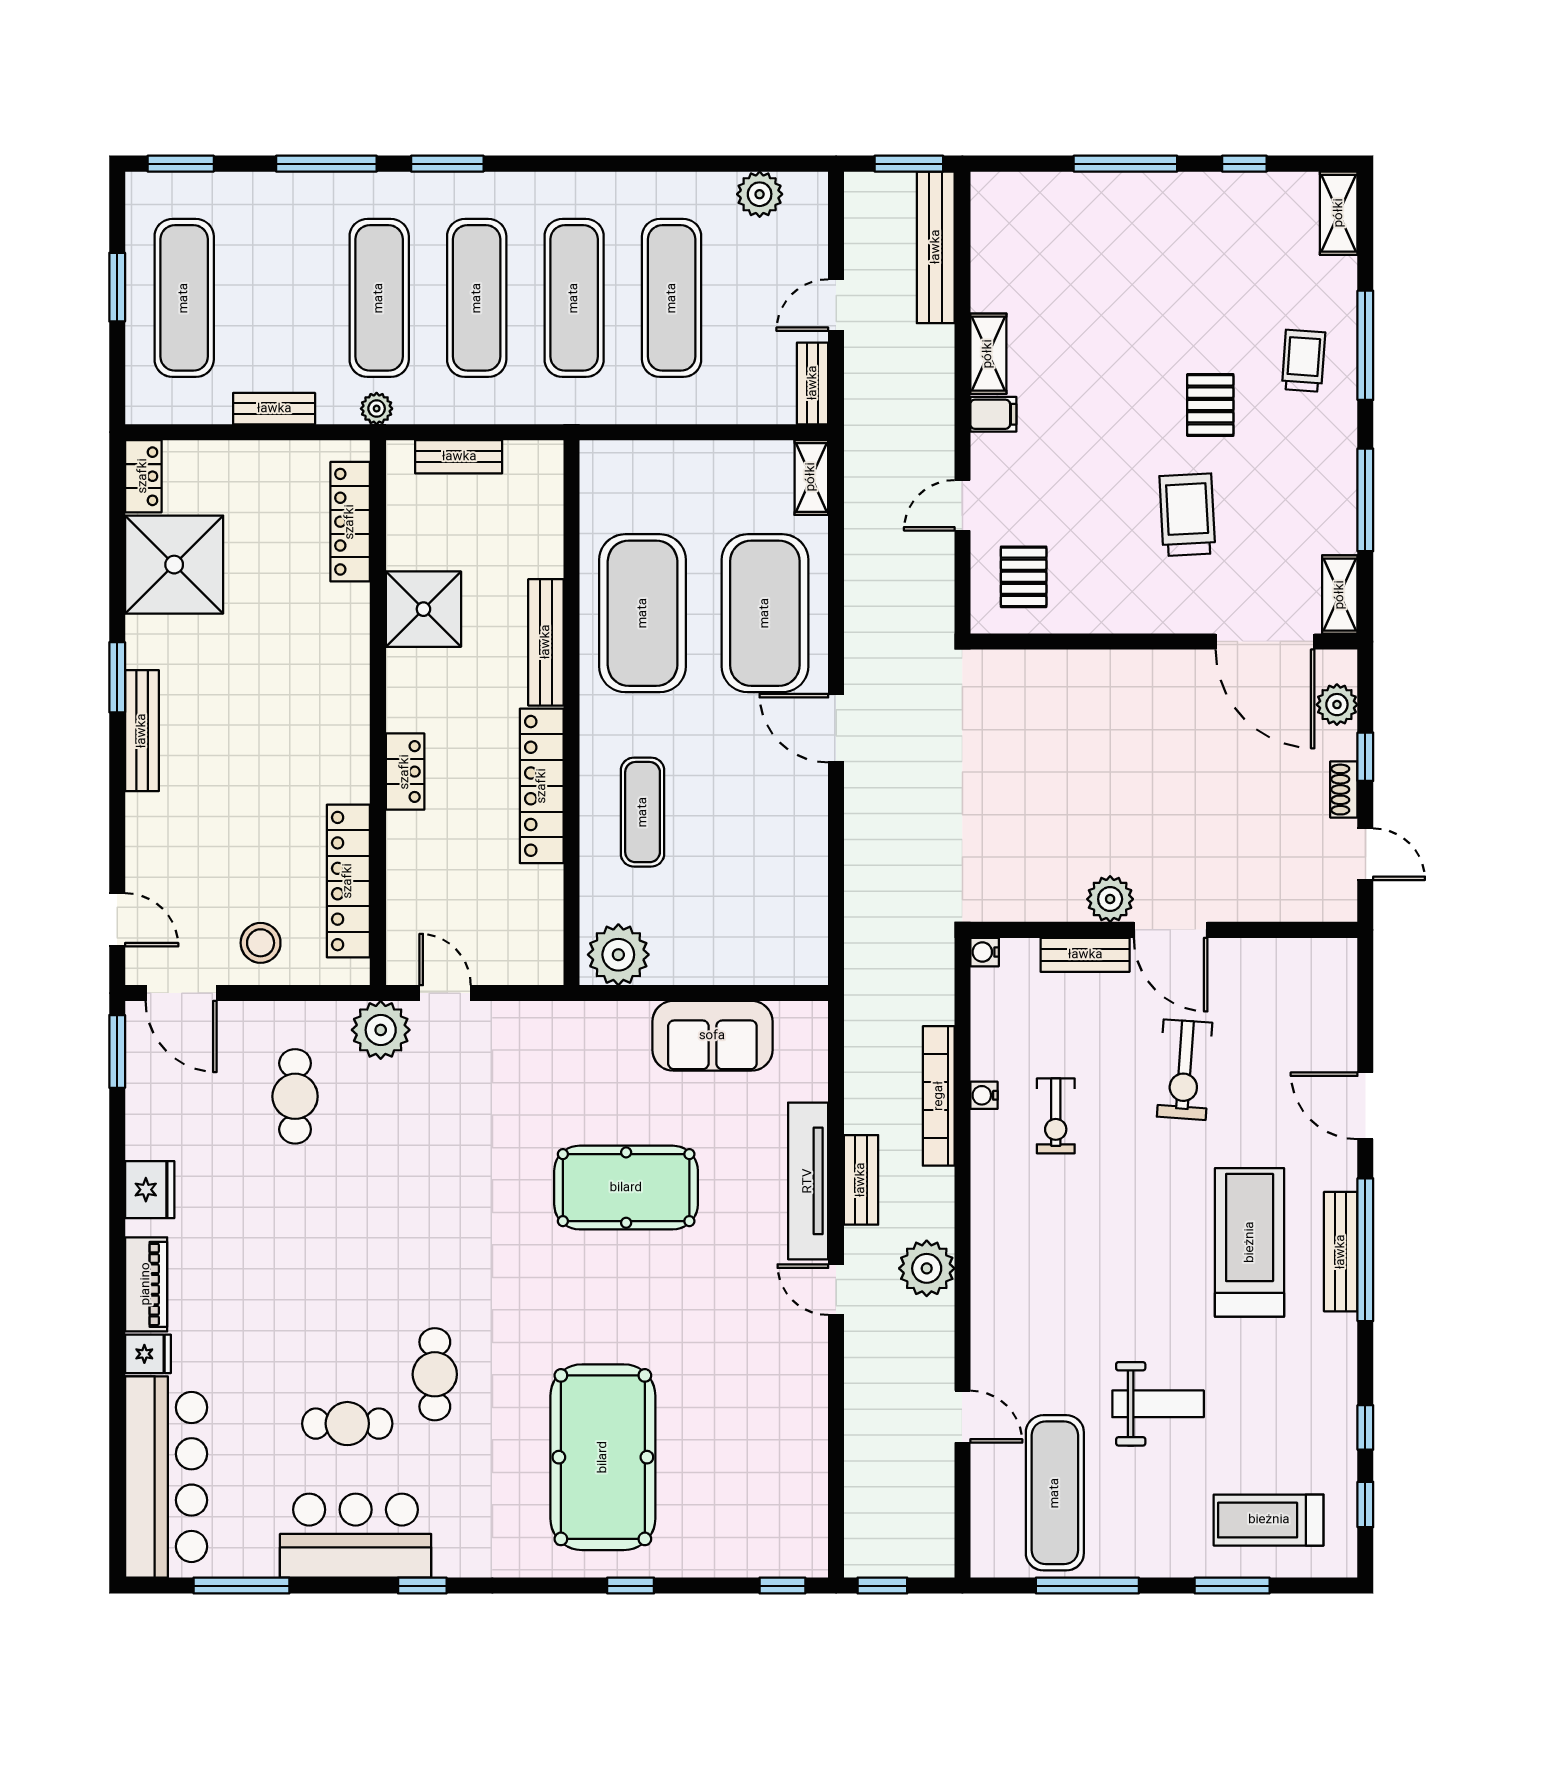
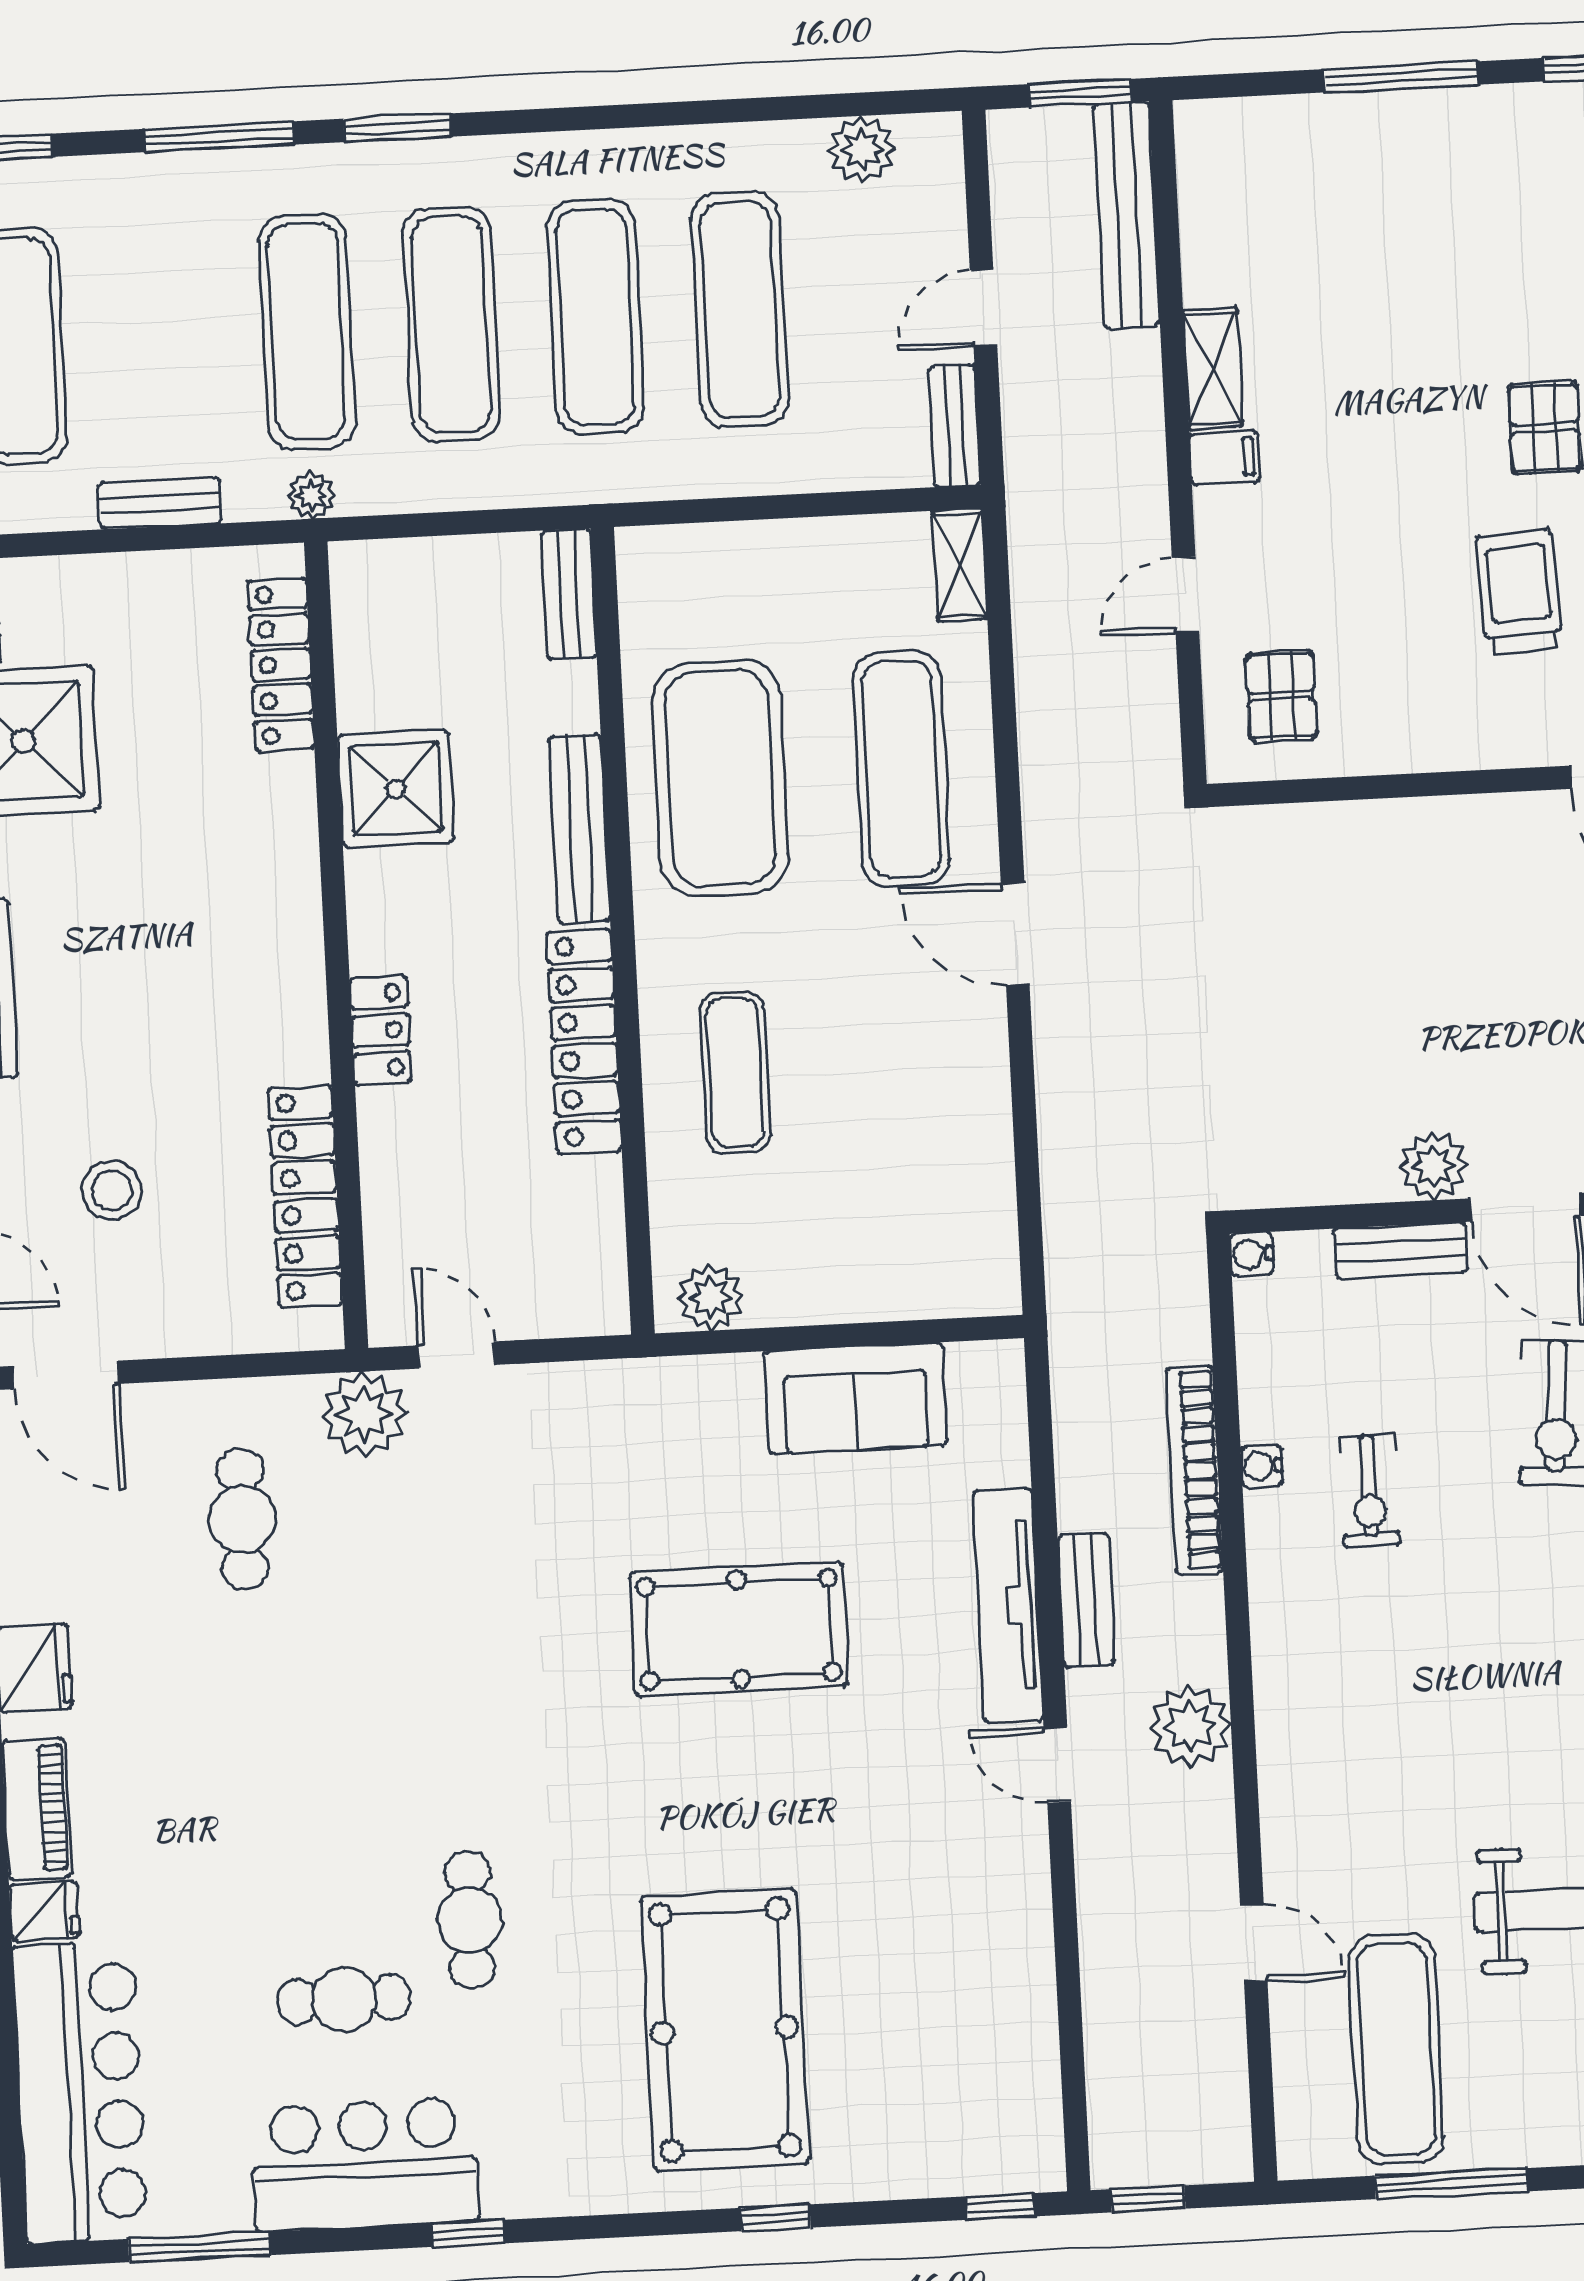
bench: (459, 457) -> (569, 594), moved, turned 90
exercise mat: (765, 613) -> (901, 769), width x0.68
stool: (261, 943) -> (112, 1190), moved
plant: (618, 955) -> (711, 1297), width x0.73, depth x0.73

